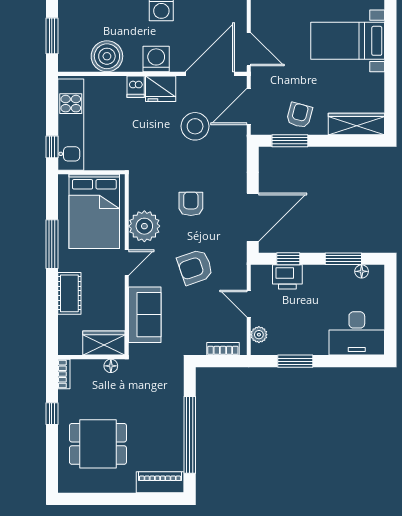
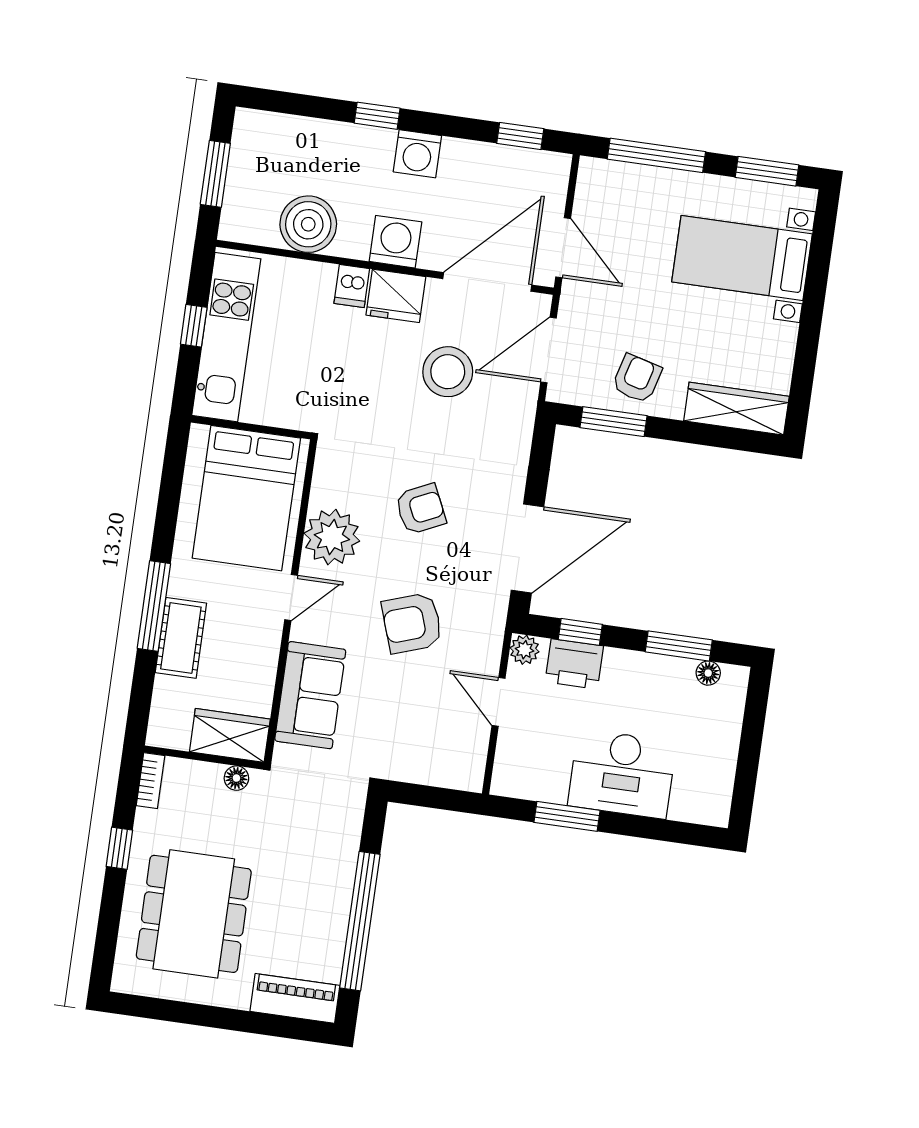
window: (52, 147) -> (194, 326), moved
armchair: (191, 204) -> (421, 509), turned 65
window: (52, 244) -> (154, 606), moved
desk: (357, 333) -> (622, 774), moved
plant: (259, 335) -> (525, 650), moved
bookcase: (223, 349) -> (441, 776), removed
dining table: (98, 444) -> (194, 914), width x1.37

